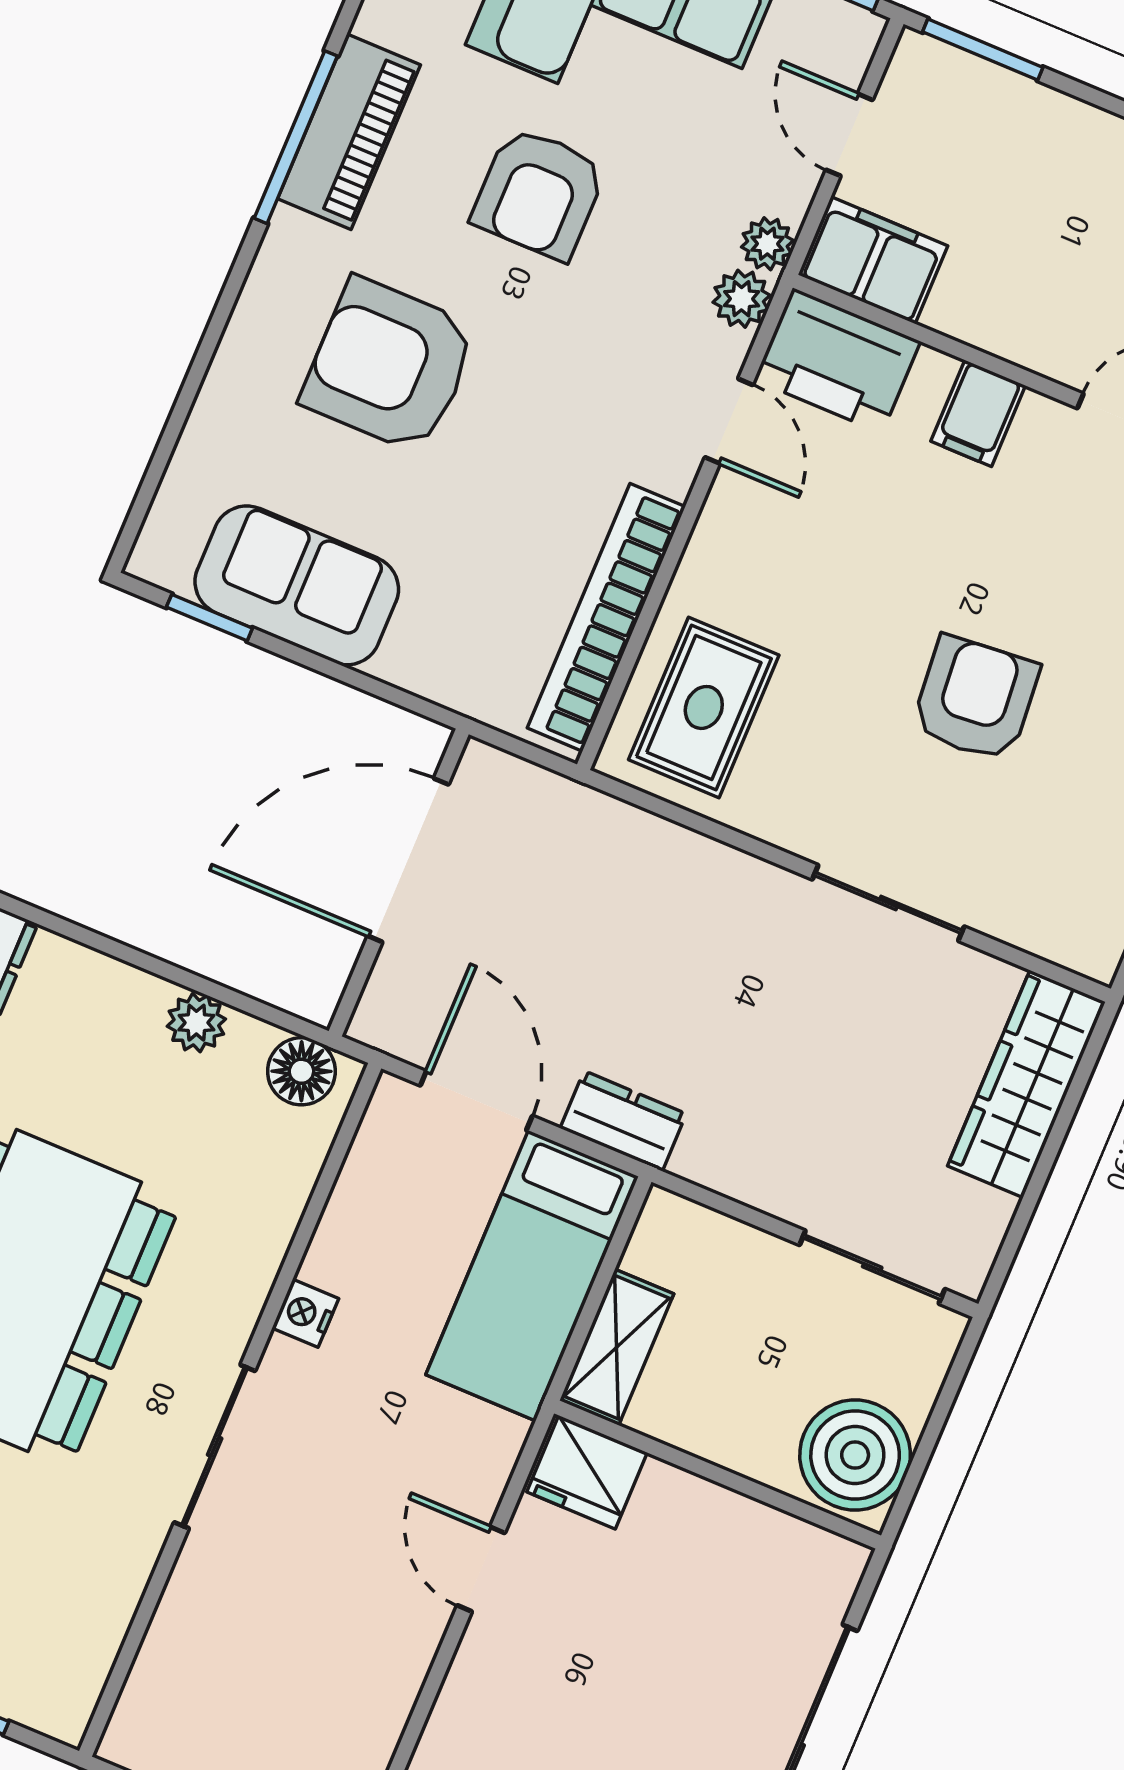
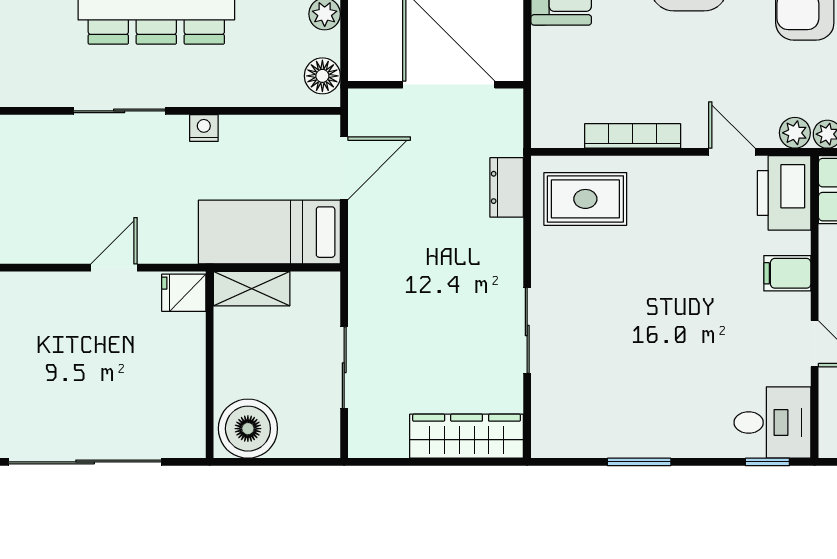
door: (729, 421) -> (732, 152), swing flipped
bookcase: (606, 617) -> (633, 136), width x0.68, depth x0.76
armchair: (975, 698) -> (646, 331), removed
dresser: (623, 1121) -> (507, 187), moved, turned 180
sliding door: (872, 1267) -> (344, 368), moved
fridge: (587, 1472) -> (184, 293), width x0.72

